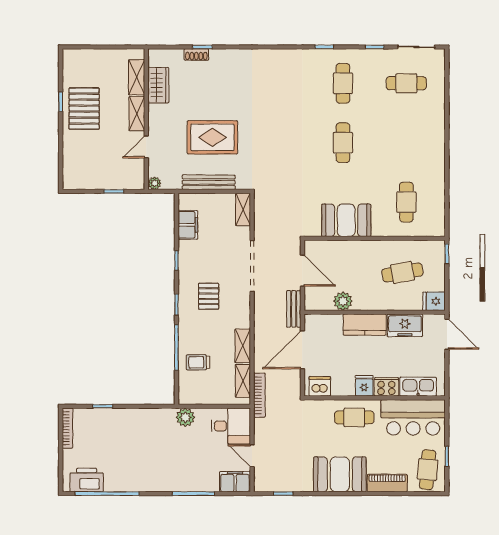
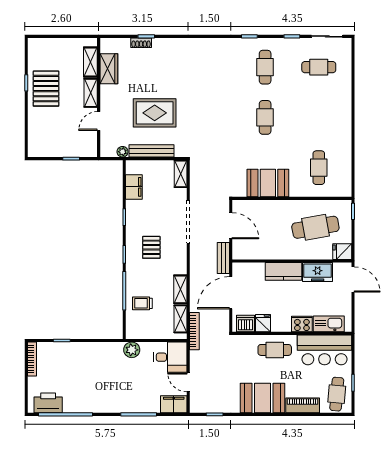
plant: (155, 183) -> (123, 152), moved
cafe table: (402, 272) -> (315, 227), width x1.37, depth x1.35
plant: (343, 301) -> (265, 252), removed
fridge: (364, 386) -> (263, 323), moved

